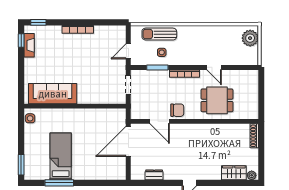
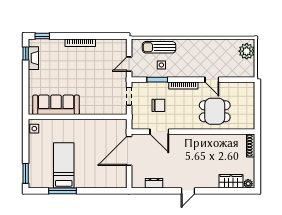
chair: (177, 110) -> (158, 105), moved

